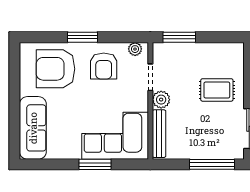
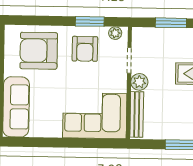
window: (83, 37) -> (90, 21), moved
window: (179, 37) -> (171, 23), moved
window: (95, 164) -> (75, 143), removed

